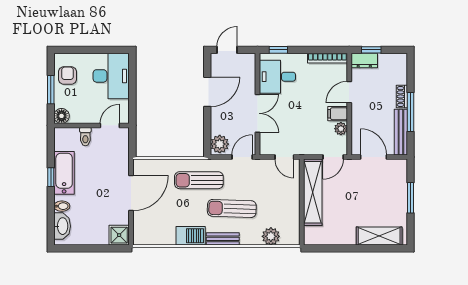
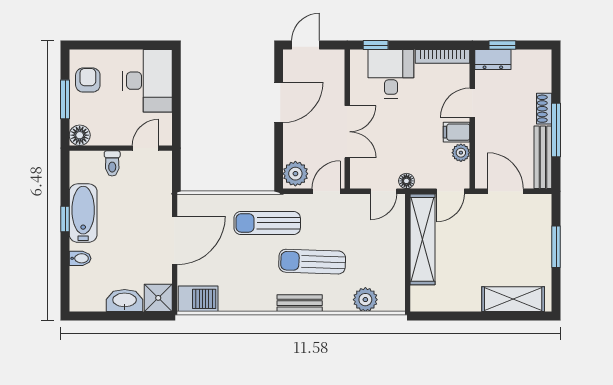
desk: (277, 77) -> (391, 74), moved, turned 90
floor lamp: (301, 149) -> (406, 181), added
door: (284, 157) -> (384, 191), hinge flipped
washbasin: (62, 226) -> (125, 301), moved, turned -90
barbecue: (191, 236) -> (198, 299), moved

